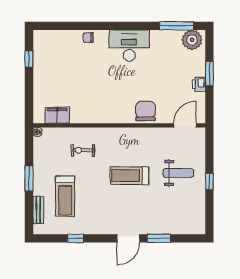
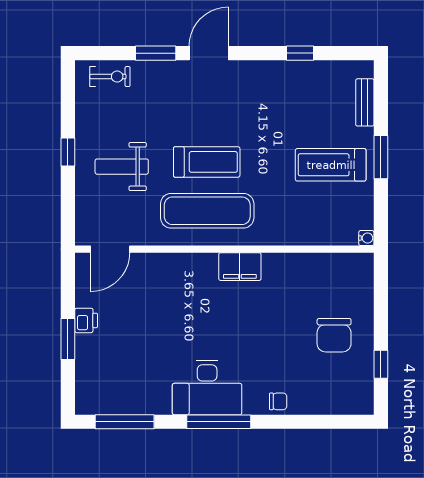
window: (123, 26) -> (219, 422), added
plant: (192, 40) -> (98, 397), removed
chair: (146, 111) -> (334, 335), moved
filing cabinet: (57, 115) -> (240, 267), moved
exercise mat: (129, 147) -> (207, 211), added
exercise bike: (83, 150) -> (110, 77), moved
treadmill: (65, 196) -> (331, 165), moved, turned -90

